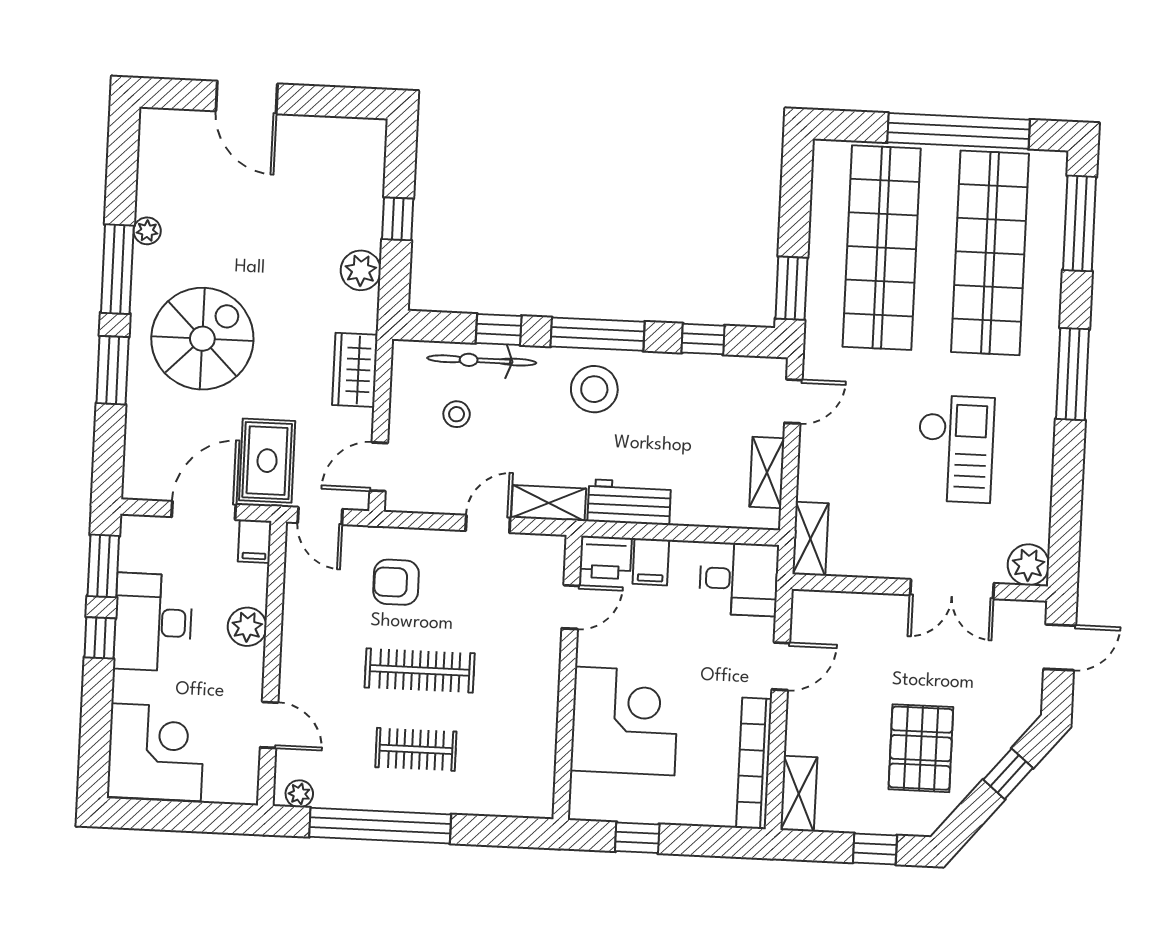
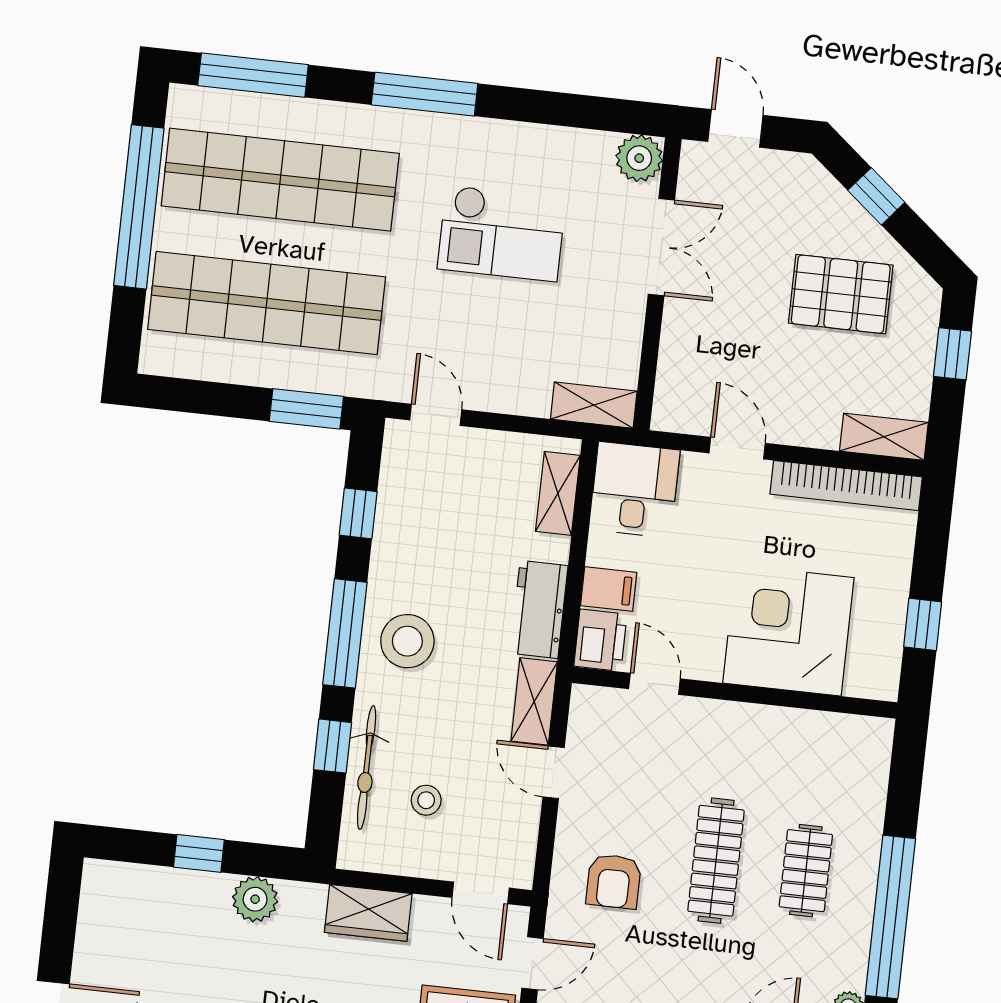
checkout: (955, 449) -> (502, 233), turned 180
shelving: (767, 473) -> (558, 493), moved, turned 90

